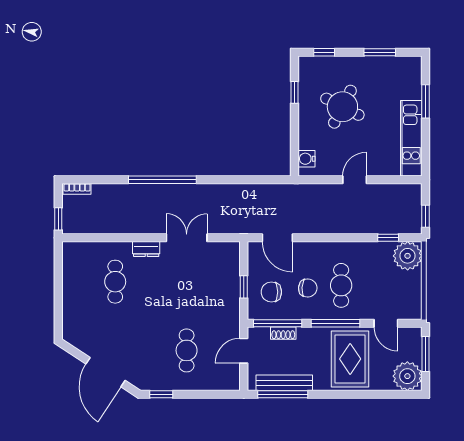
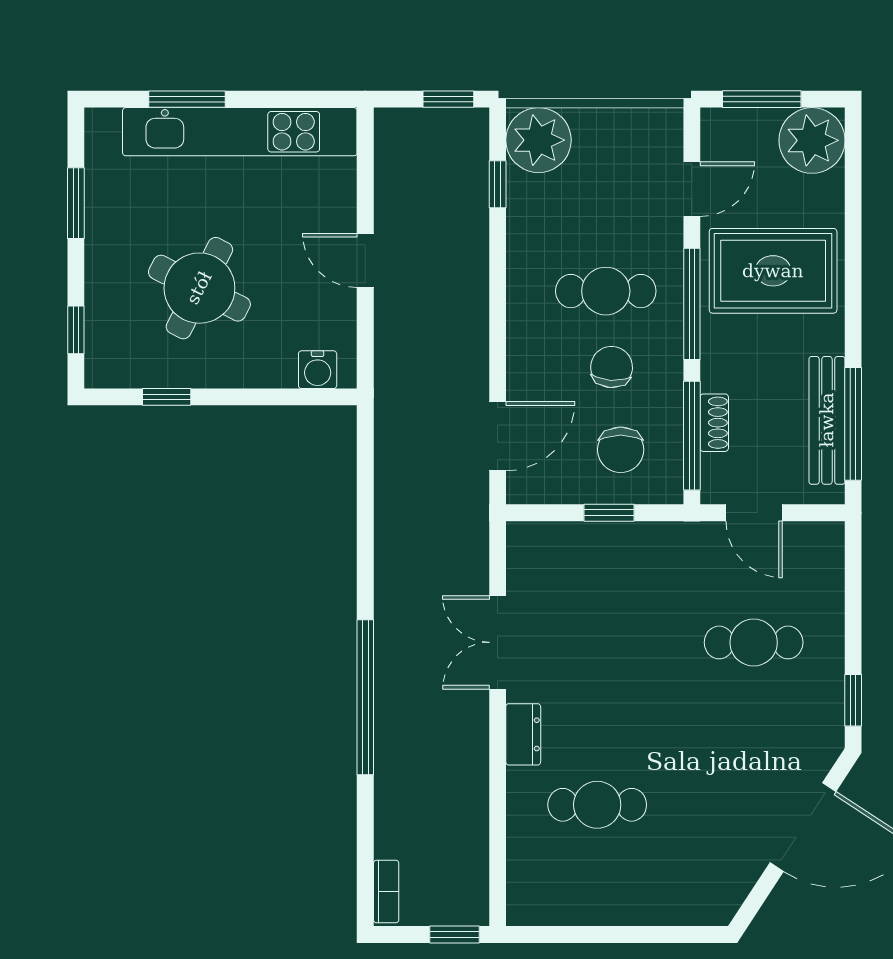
kitchen unit: (411, 138) -> (240, 132), width x1.36

